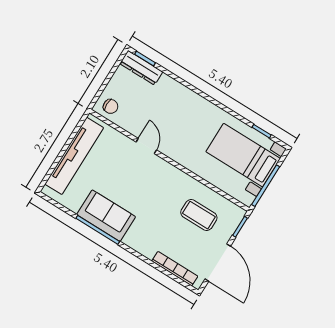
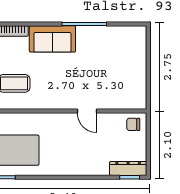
tv unit: (74, 156) -> (137, 69), removed
sofa: (106, 216) -> (52, 39), moved

